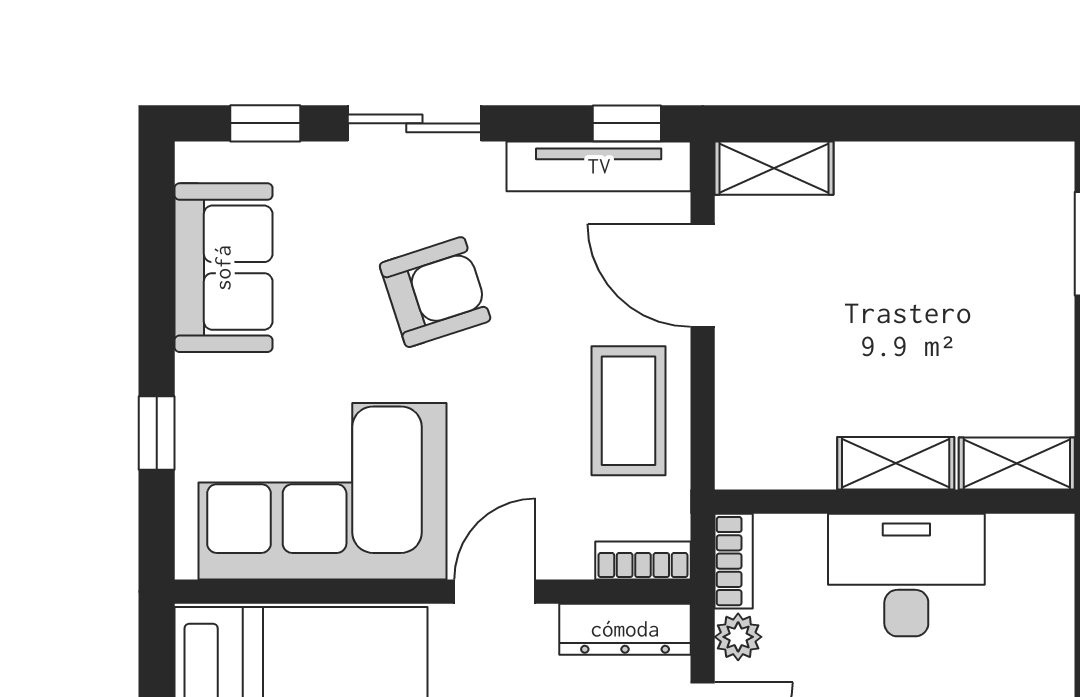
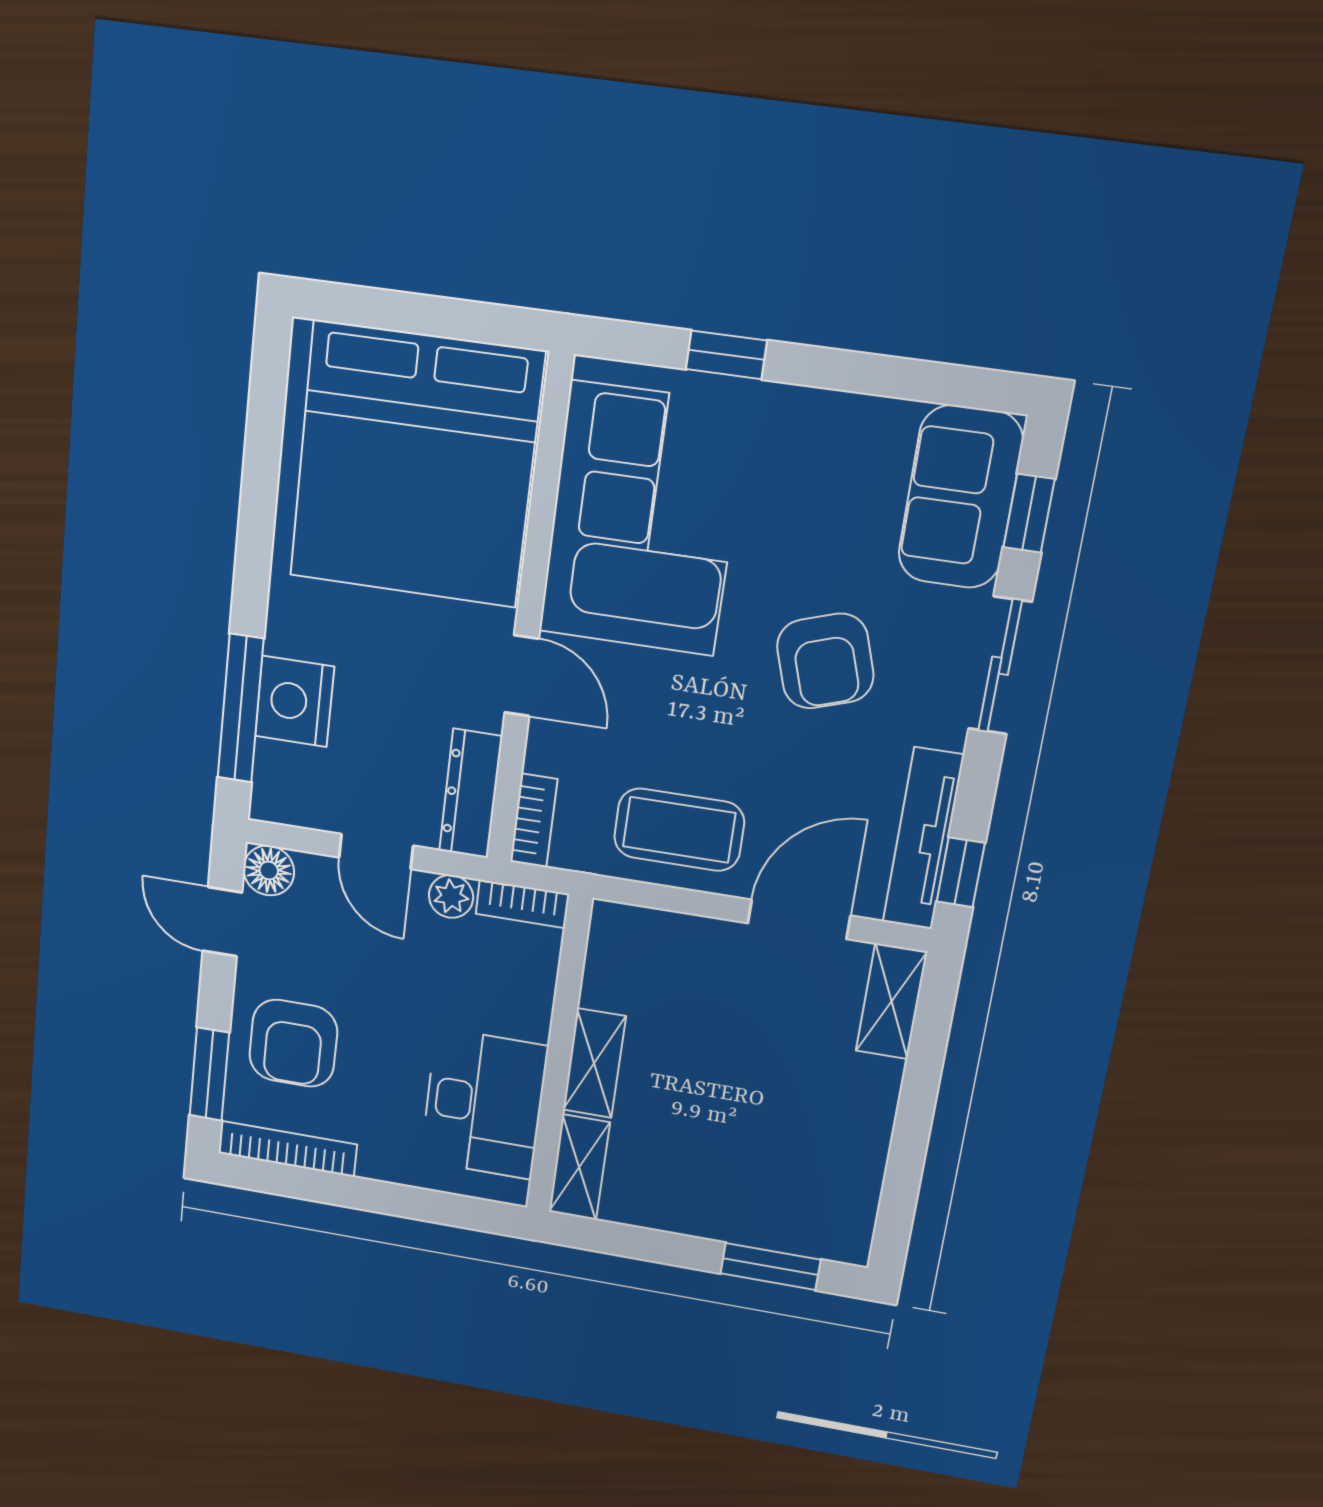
sofa: (223, 268) -> (960, 497), moved, turned 90
desk: (906, 575) -> (484, 1104), moved

